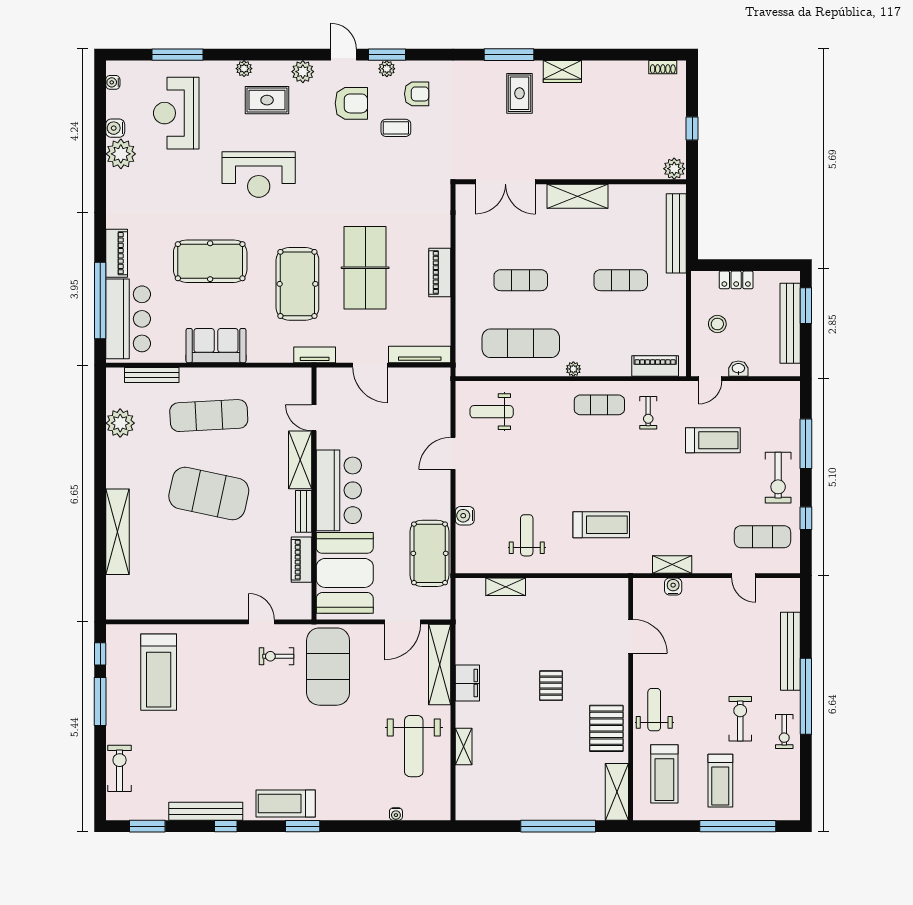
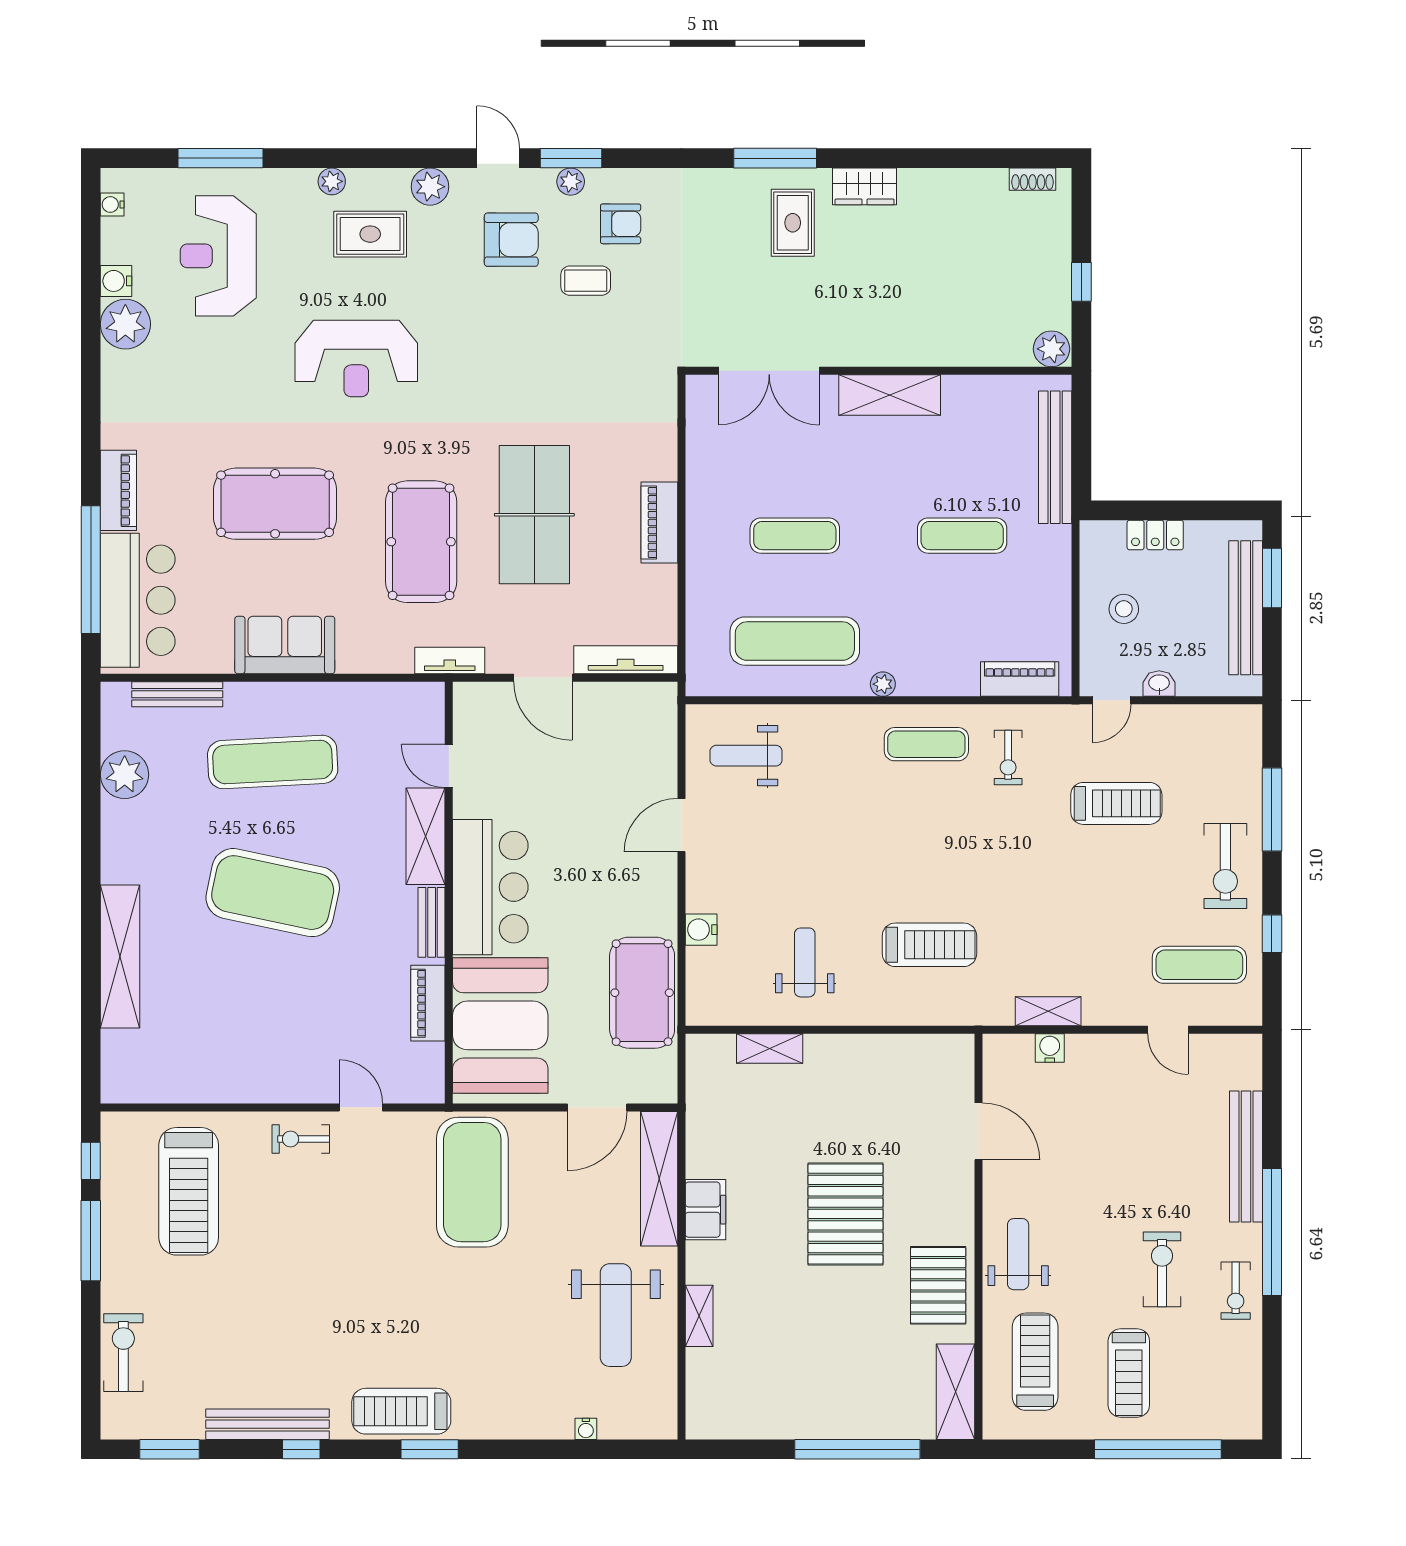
exercise bike: (276, 656) -> (301, 1139), moved
pallet: (551, 686) -> (845, 1214), width x2.05, depth x2.00
treadmill: (664, 774) -> (1035, 1362), turned 180

